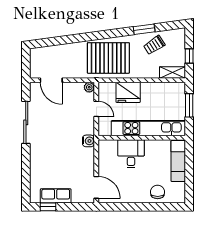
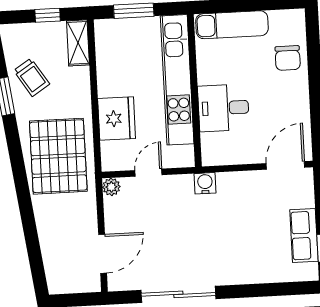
chair: (158, 192) -> (288, 58), turned -90

